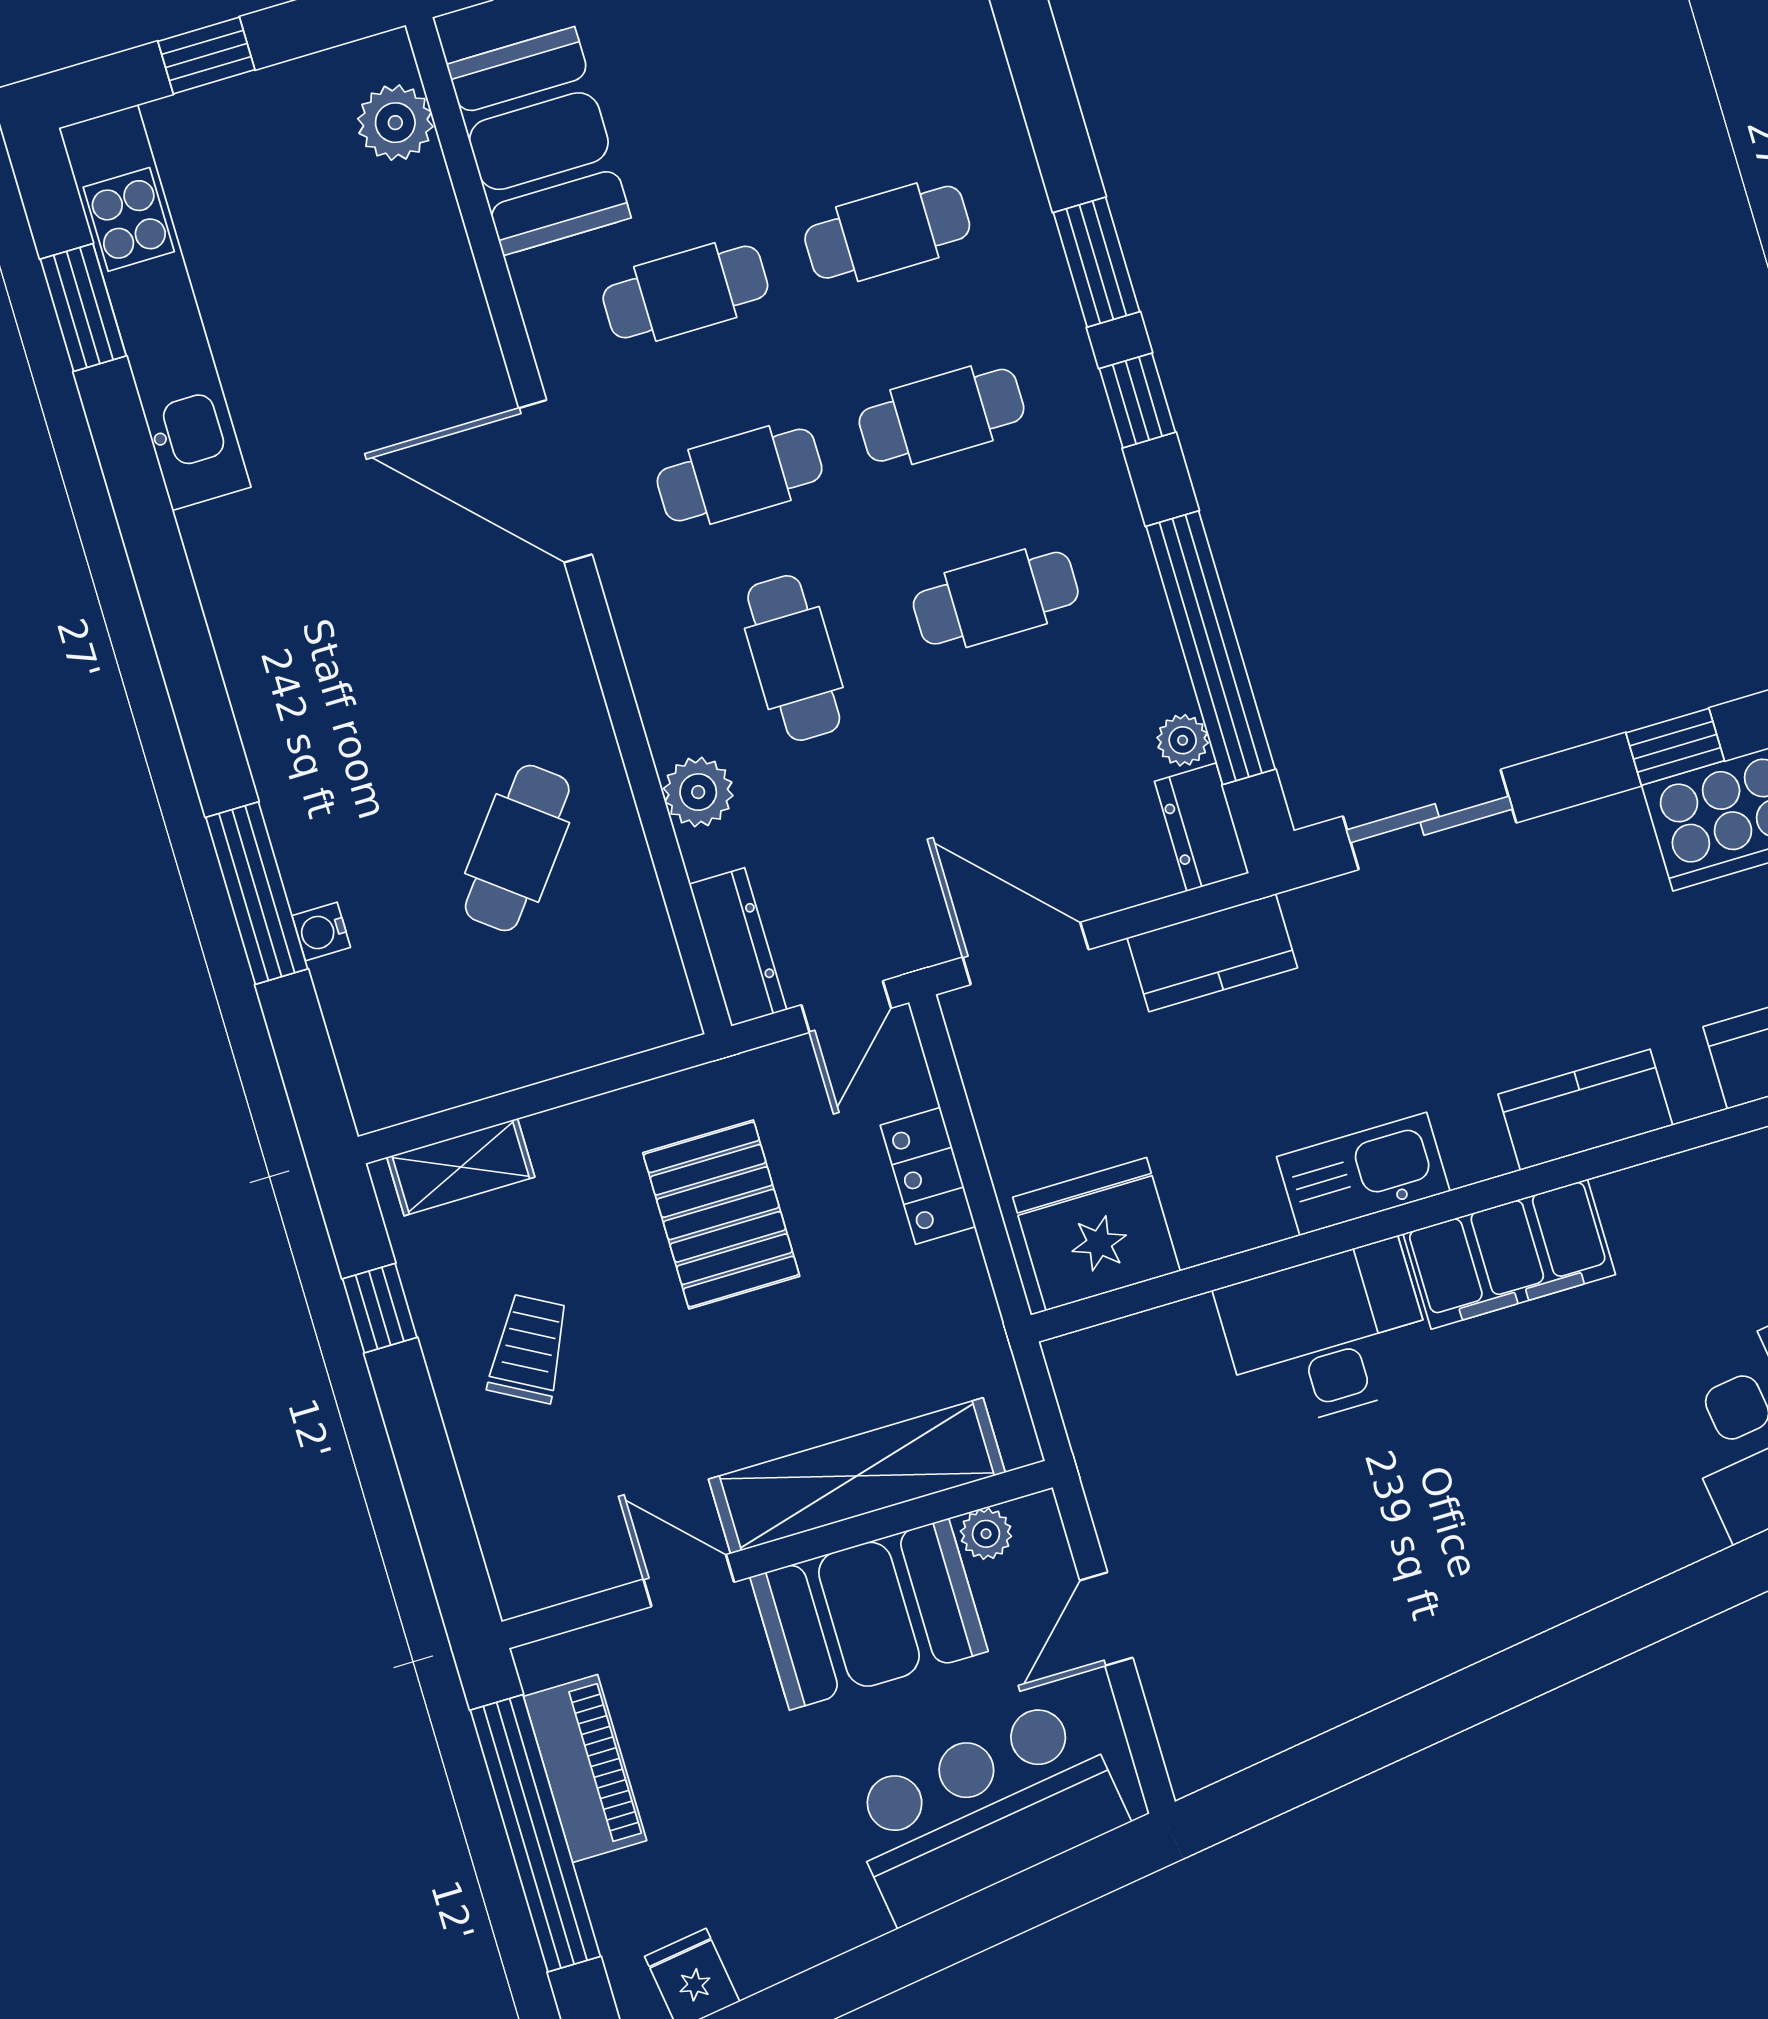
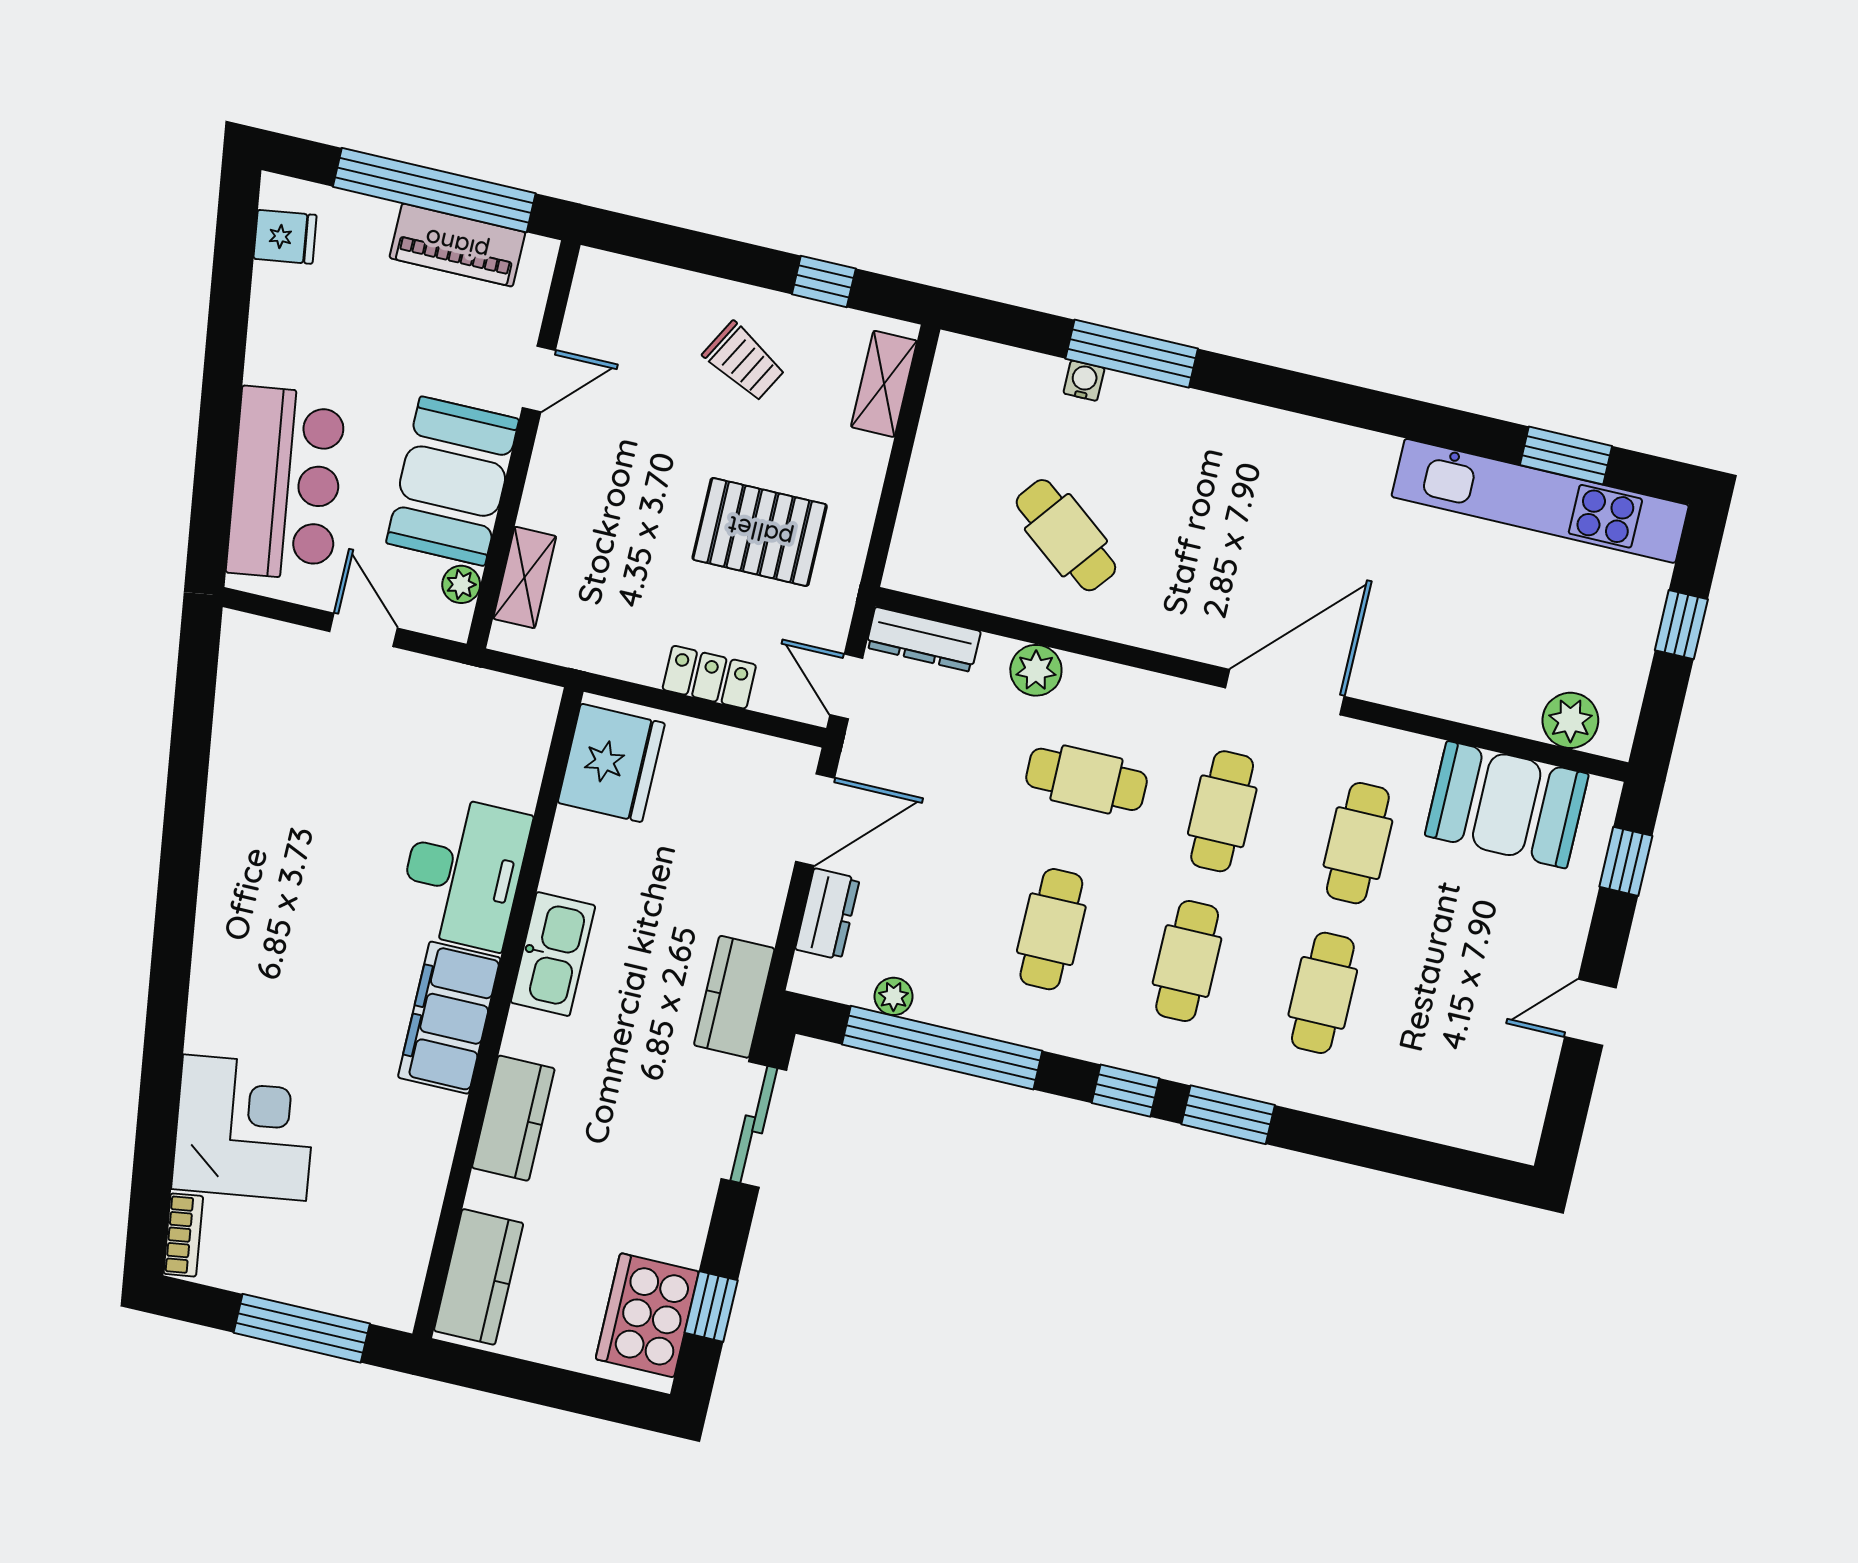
dresser: (1202, 827) -> (827, 914), moved, turned 90
kitchen counter: (1212, 953) -> (734, 997), moved
shelving: (857, 1476) -> (525, 577), width x0.45, depth x0.75

